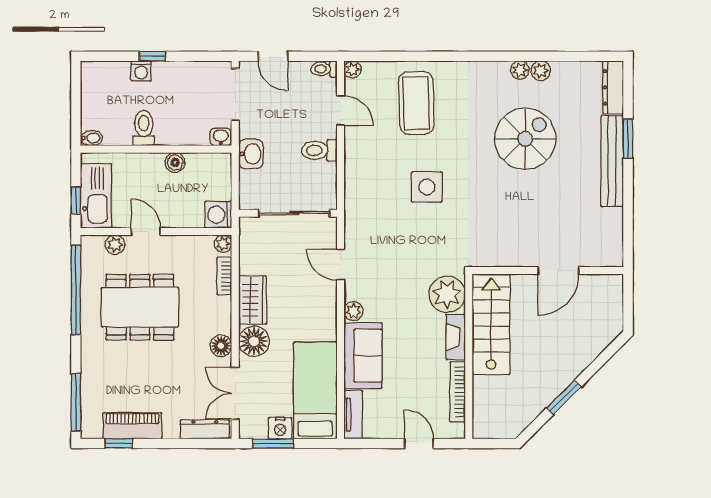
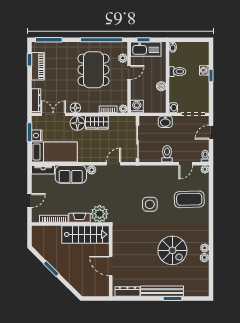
dresser: (613, 87) -> (127, 292), moved

